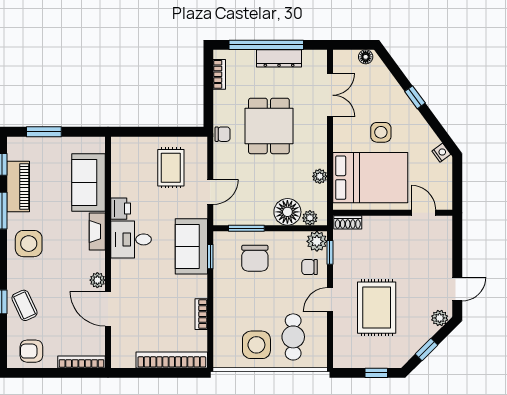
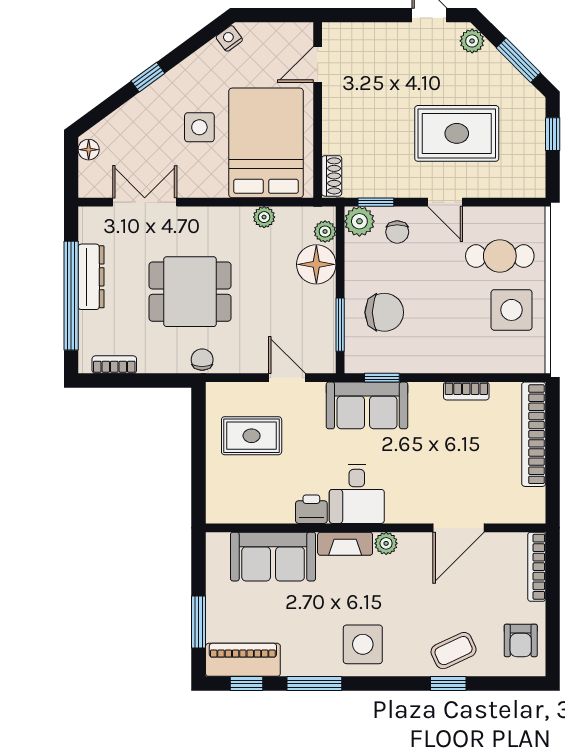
piano: (18, 186) -> (243, 660), moved
plant: (97, 280) -> (386, 543), moved
window: (426, 350) -> (518, 60), width x1.50

